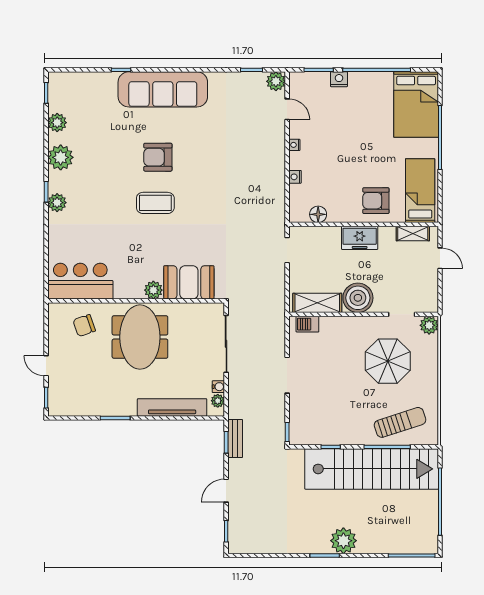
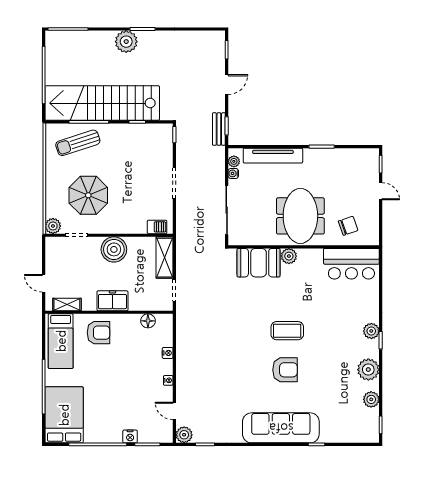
shelving: (317, 303) -> (165, 258), moved, turned 90

